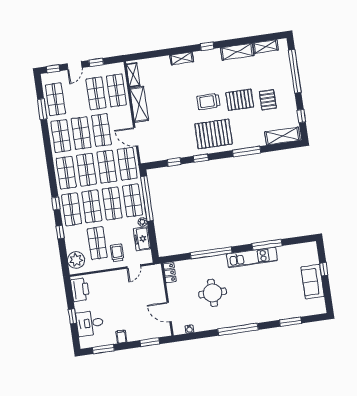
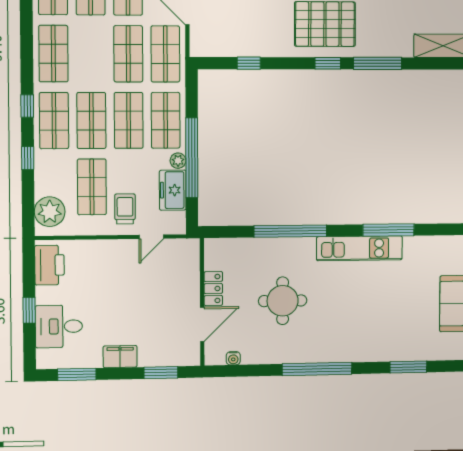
window: (201, 158) -> (328, 63), moved
shop shelf: (86, 170) -> (91, 54), removed
window: (147, 199) -> (192, 158), moved
locker: (170, 273) -> (213, 289), moved
door: (169, 312) -> (202, 324), swing flipped
filing cabinet: (121, 337) -> (120, 357), width x2.00

